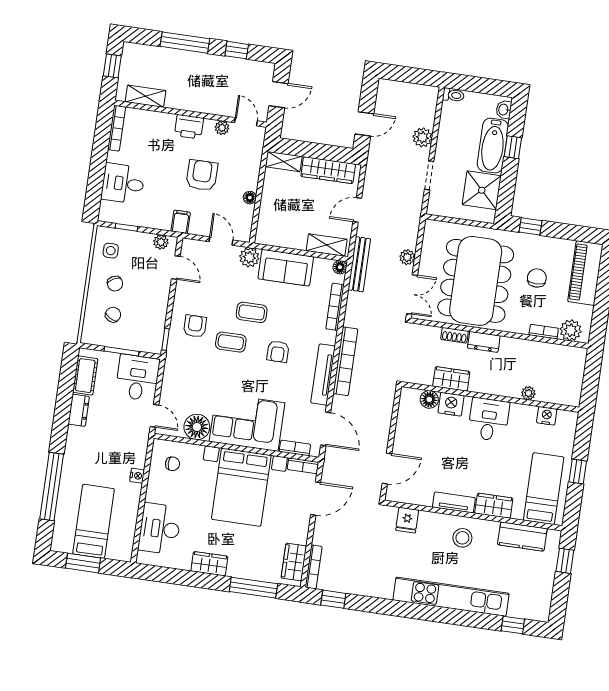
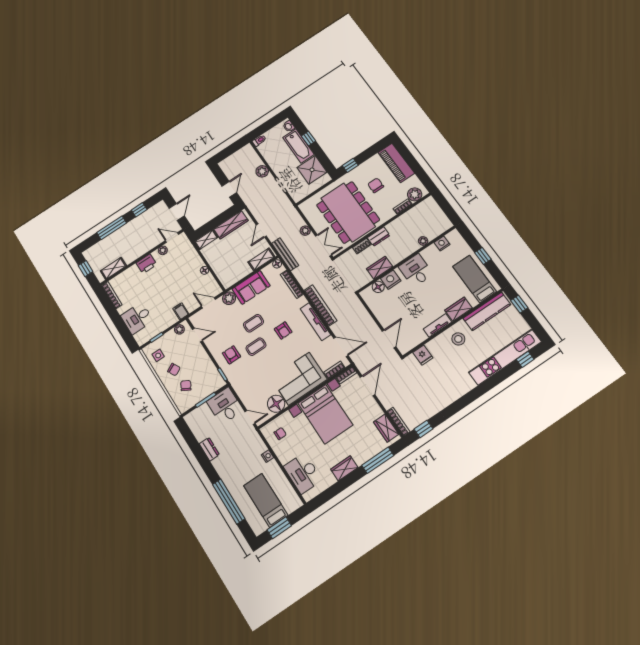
armchair: (202, 175) -> (172, 281), removed
cot: (85, 376) -> (198, 428), removed
kitchen counter: (522, 537) -> (487, 311), width x1.50
kitchen unit: (451, 597) -> (505, 357), moved

